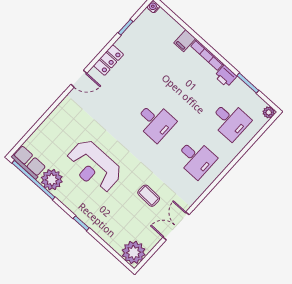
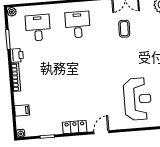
filing cabinet: (185, 41) -> (22, 110), moved
door: (79, 79) -> (101, 132), hinge flipped
desk: (155, 122) -> (81, 67), removed
reception desk: (94, 166) -> (138, 99), moved

